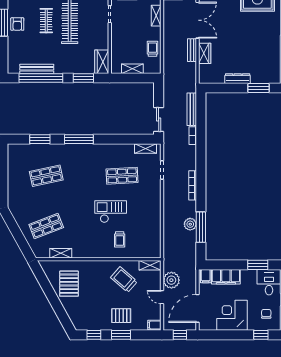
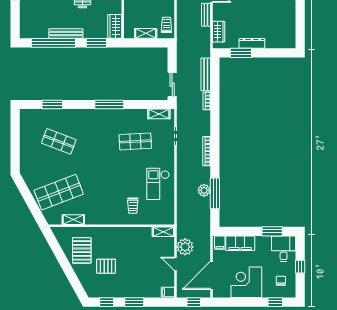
trolley: (153, 49) -> (166, 25), moved
wardrobe: (205, 53) -> (219, 32), moved
bench: (37, 69) -> (66, 33), moved
window: (258, 88) -> (241, 53), moved
window: (79, 139) -> (109, 104), moved
shop shelf: (46, 176) -> (59, 141), turned 33
checkout: (111, 212) -> (158, 184), moved, turned -90
shop shelf: (46, 226) -> (59, 192), width x1.43, depth x1.36
trolley: (124, 280) -> (137, 246), removed
pallet: (121, 316) -> (106, 266), moved

